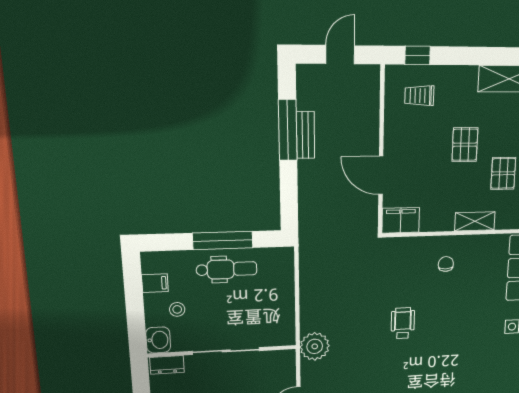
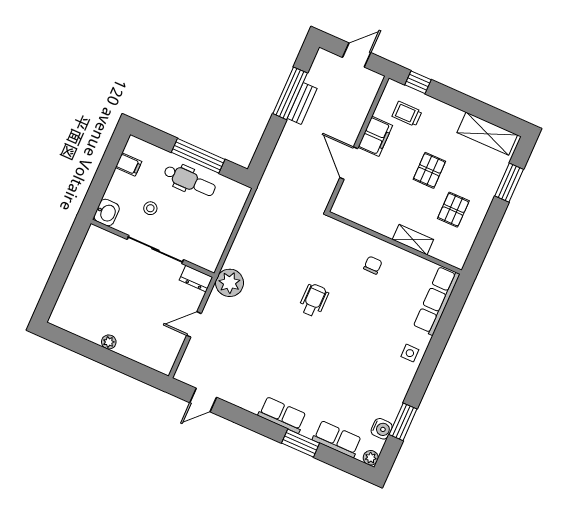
filing cabinet: (401, 220) -> (375, 136), moved, turned 90
stool: (177, 309) -> (150, 208), moved
dresser: (167, 365) -> (196, 279), moved

